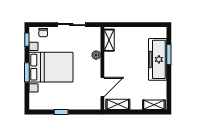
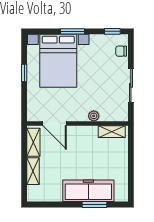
bed with nightstands: (51, 67) -> (58, 61), moved
shelving: (154, 105) -> (33, 171), moved

